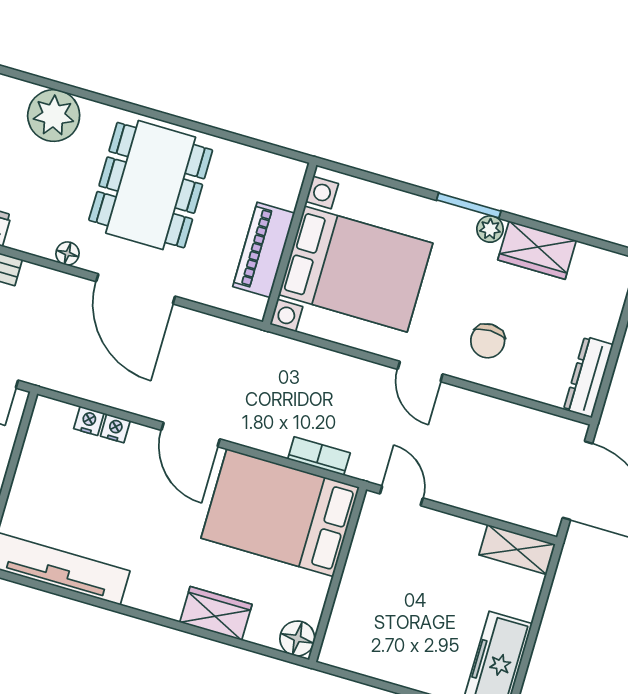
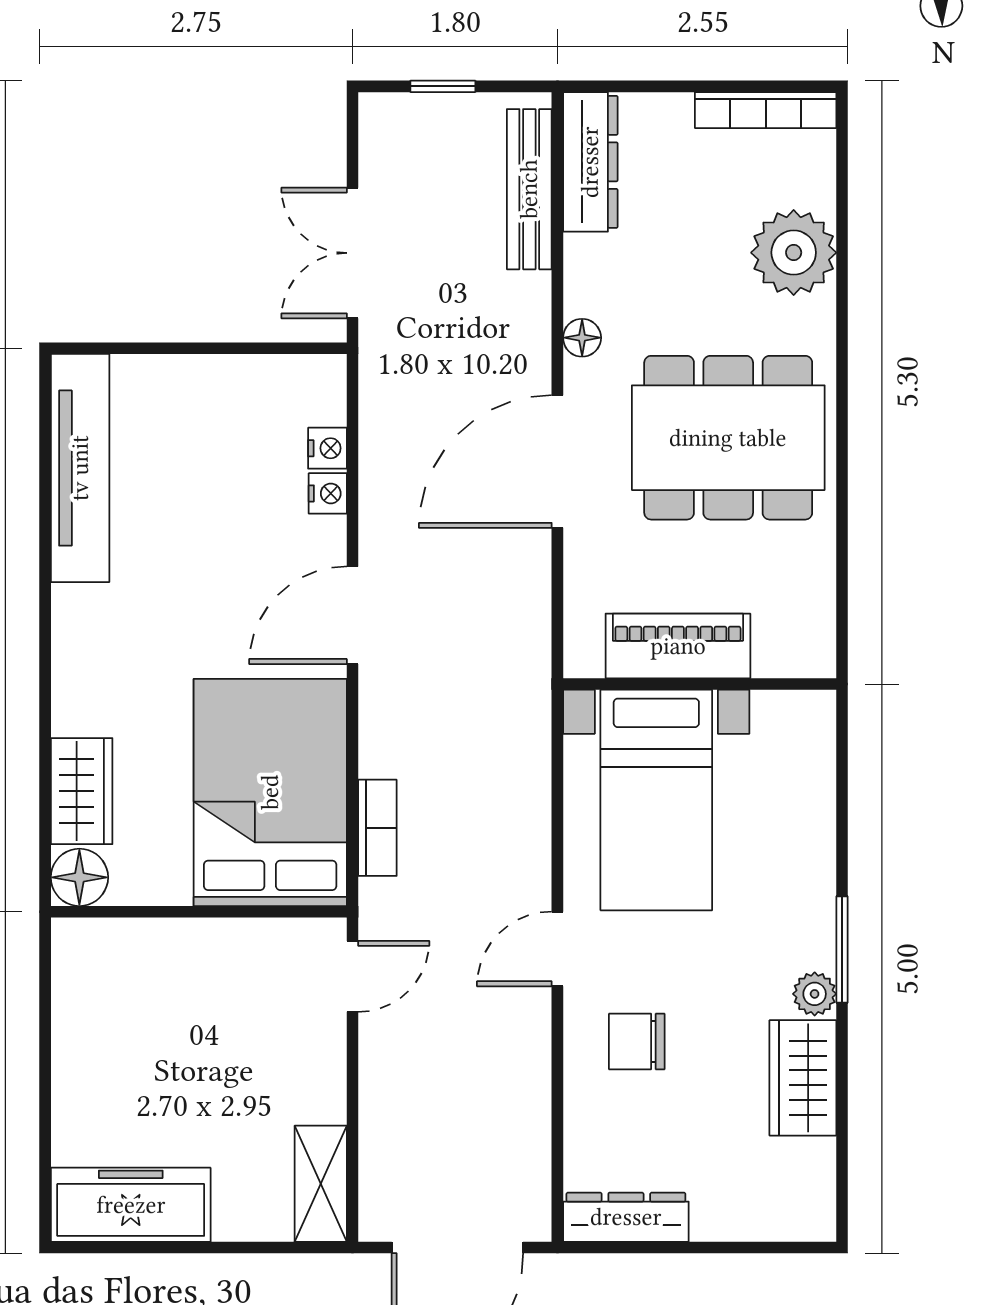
bed with nightstands: (356, 269) -> (656, 800), width x0.73
wardrobe: (216, 613) -> (82, 791), moved

